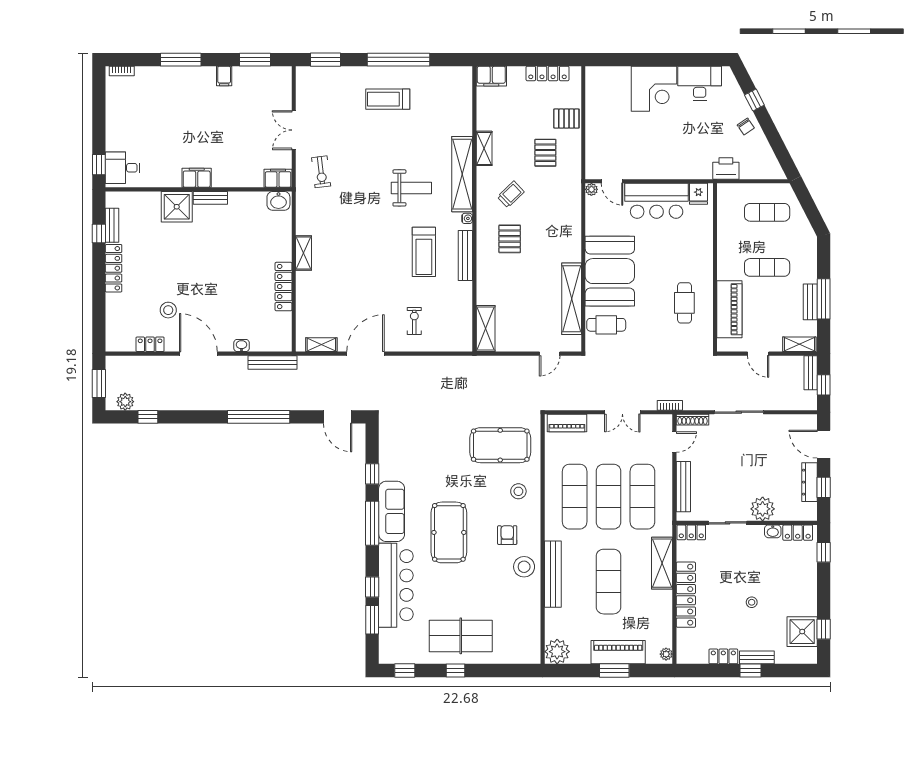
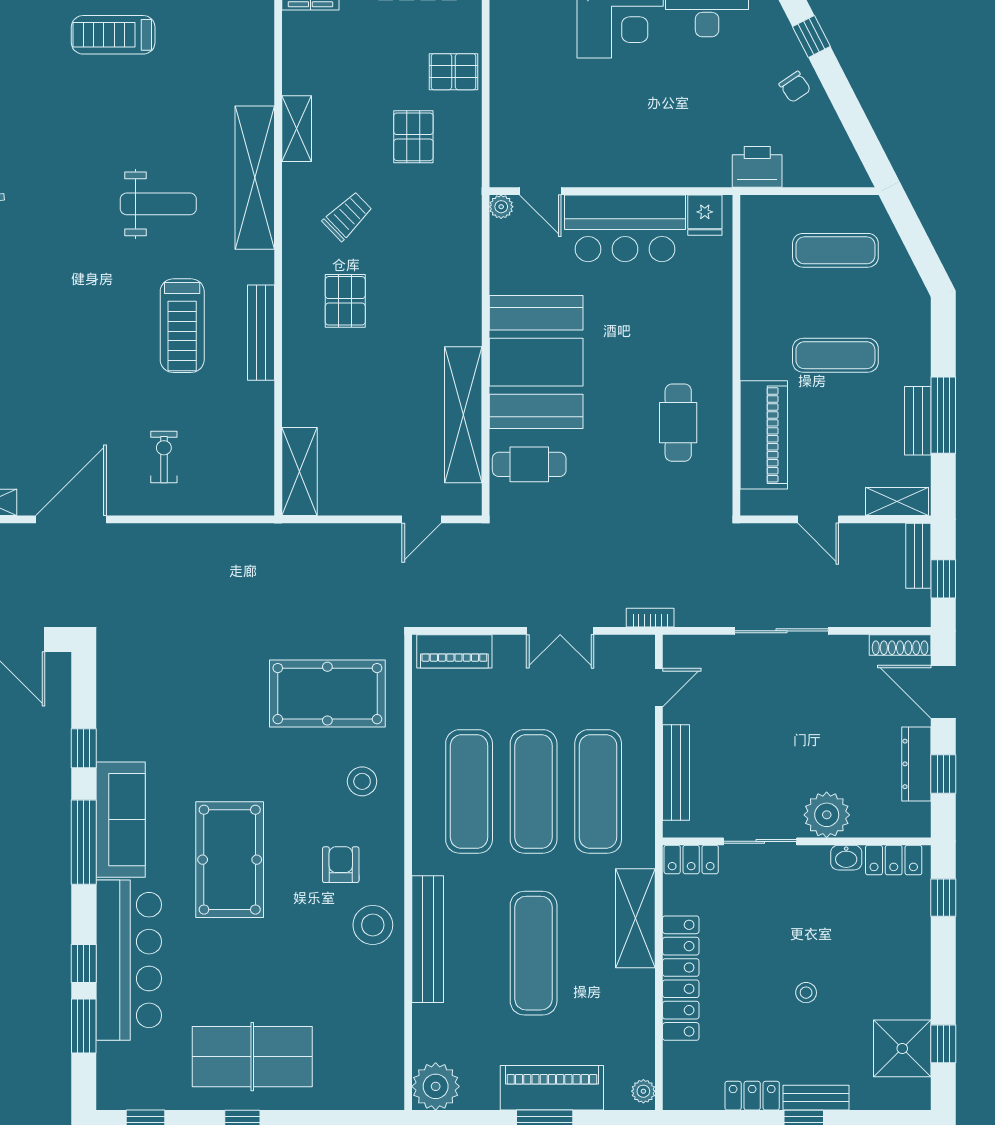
water cooler: (467, 218) -> (264, 262), removed
shoe rack: (693, 420) -> (900, 645), moved

